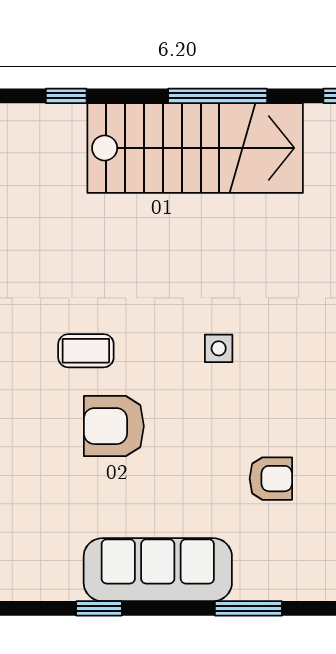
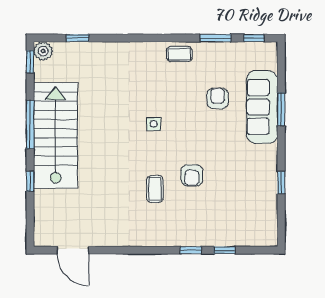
window: (66, 96) -> (30, 181), moved
armchair: (114, 426) -> (192, 175), width x0.72, depth x0.72
sofa: (158, 570) -> (262, 107), moved

